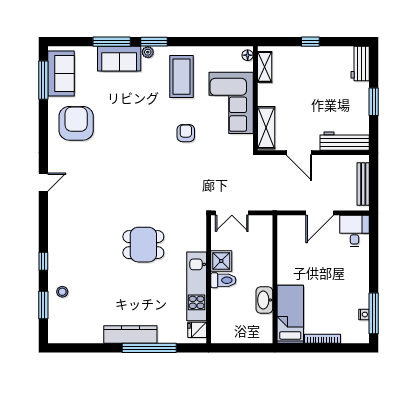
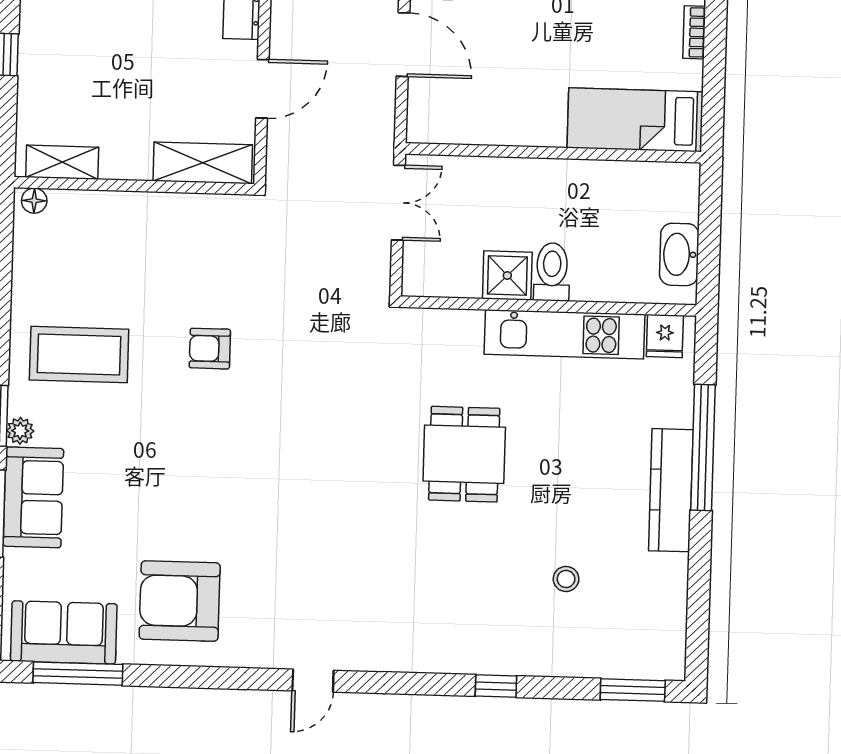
corner sofa: (231, 103) -> (143, 242), removed
door: (43, 182) -> (313, 681), swing flipped
double door: (232, 213) -> (398, 203), moved
stool: (62, 292) -> (566, 579), moved
washbasin: (264, 300) -> (679, 254), moved, turned 90
window: (43, 305) -> (633, 690), moved
bookcase: (322, 339) -> (694, 32), width x0.64

